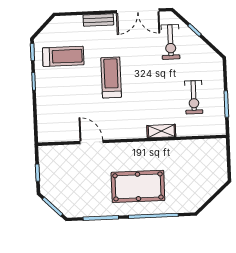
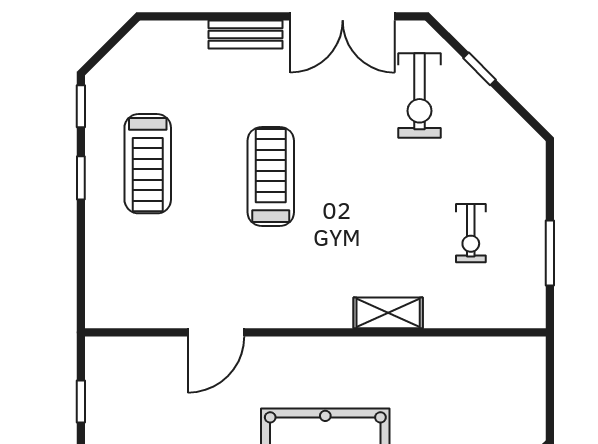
treadmill: (63, 56) -> (148, 164), moved, turned 90
exercise bike: (194, 97) -> (471, 233), width x0.73, depth x0.72
door: (91, 142) -> (216, 332), swing flipped

